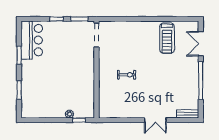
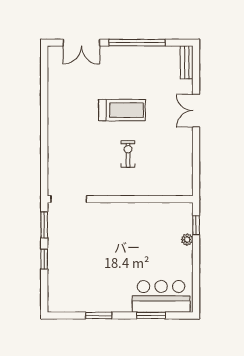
treadmill: (167, 38) -> (122, 110), moved
bar counter: (32, 40) -> (161, 296), moved
double door: (155, 120) -> (196, 111), swing flipped

